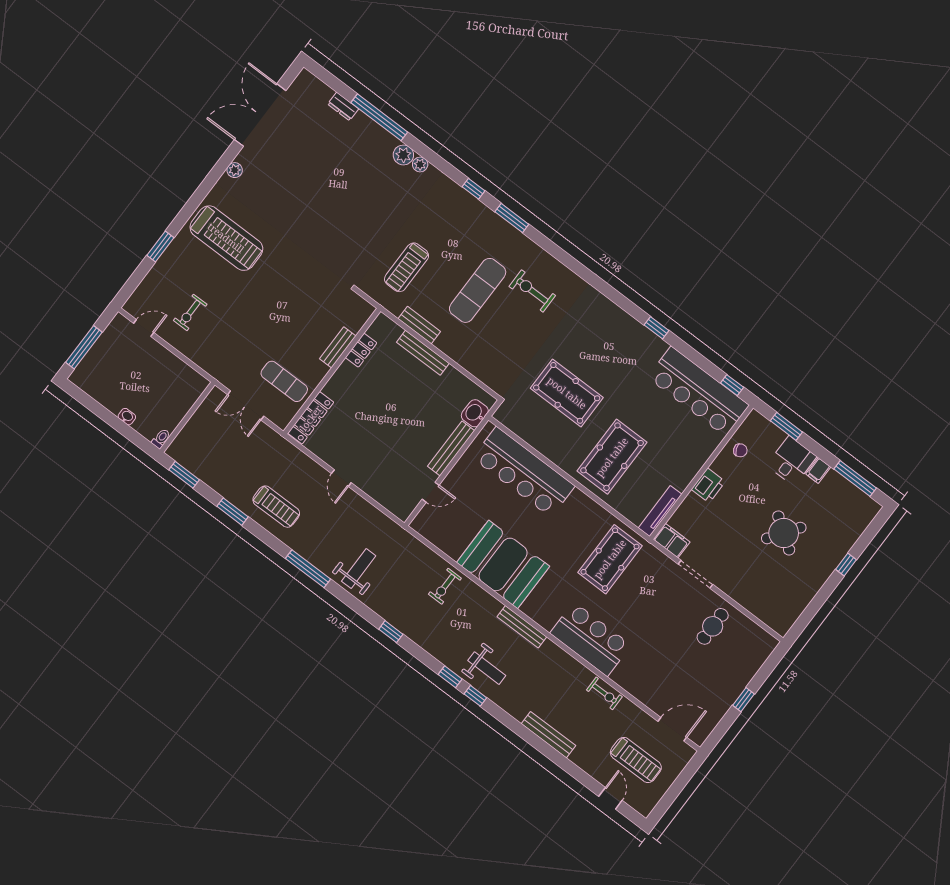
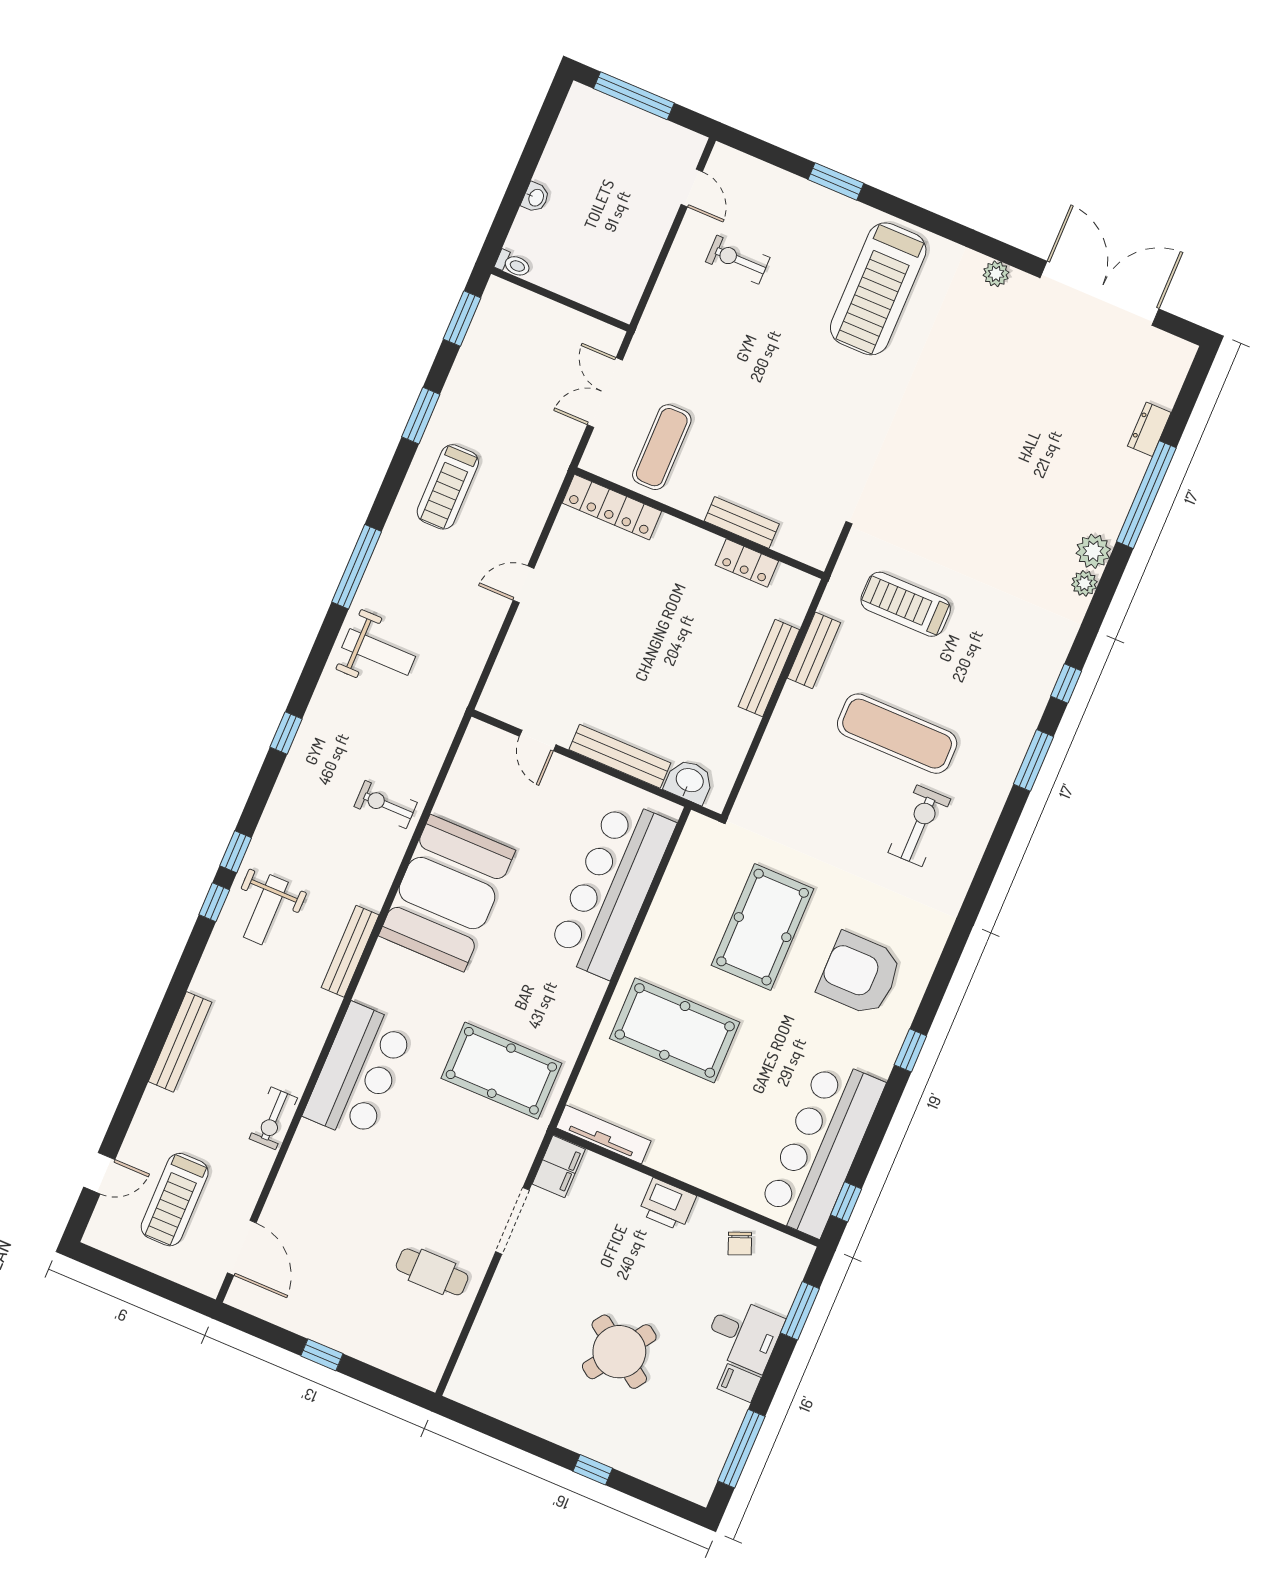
armchair: (607, 345) -> (860, 974), added

